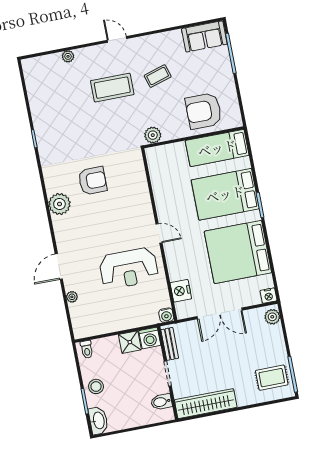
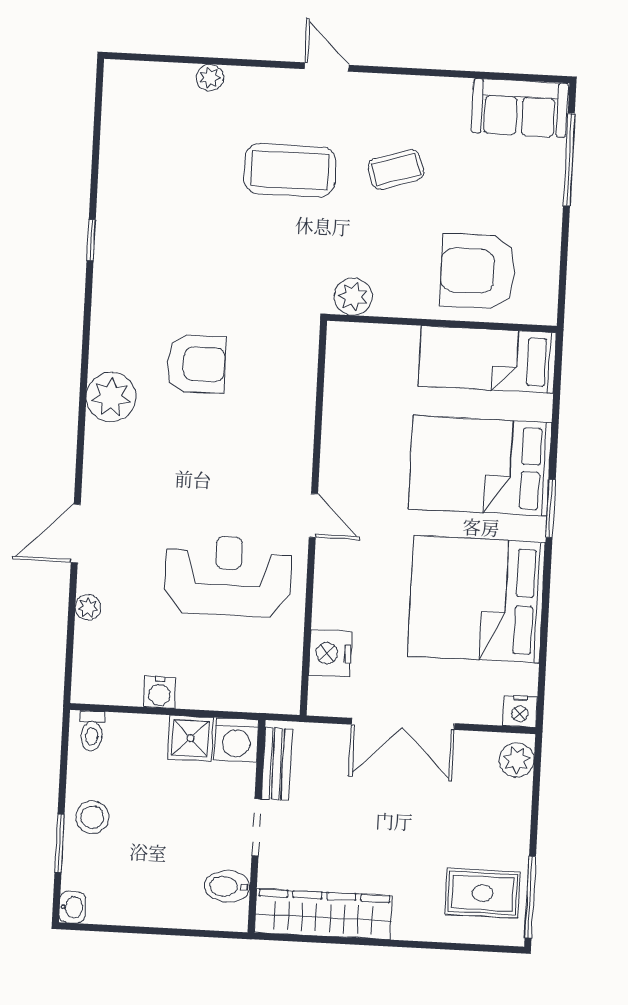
reception desk: (129, 268) -> (228, 576), turned 180
water cooler: (166, 315) -> (159, 692), moved
washbasin: (98, 421) -> (72, 907), width x0.52, depth x0.69

